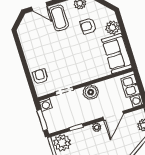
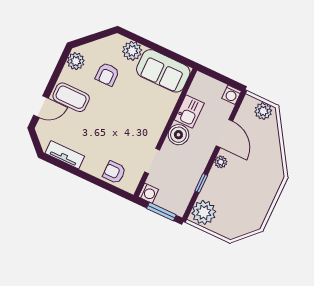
tv unit: (26, 42) -> (65, 155), added
kitchen sink: (130, 86) -> (189, 112), moved, turned -90

